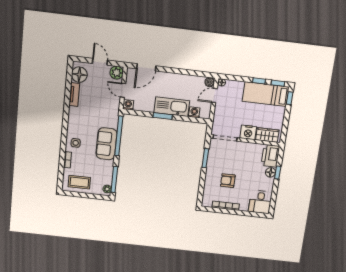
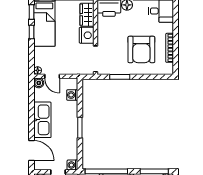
kitchen sink: (172, 107) -> (42, 120), moved, turned 180
armchair: (228, 181) -> (141, 49), width x1.88, depth x1.88

